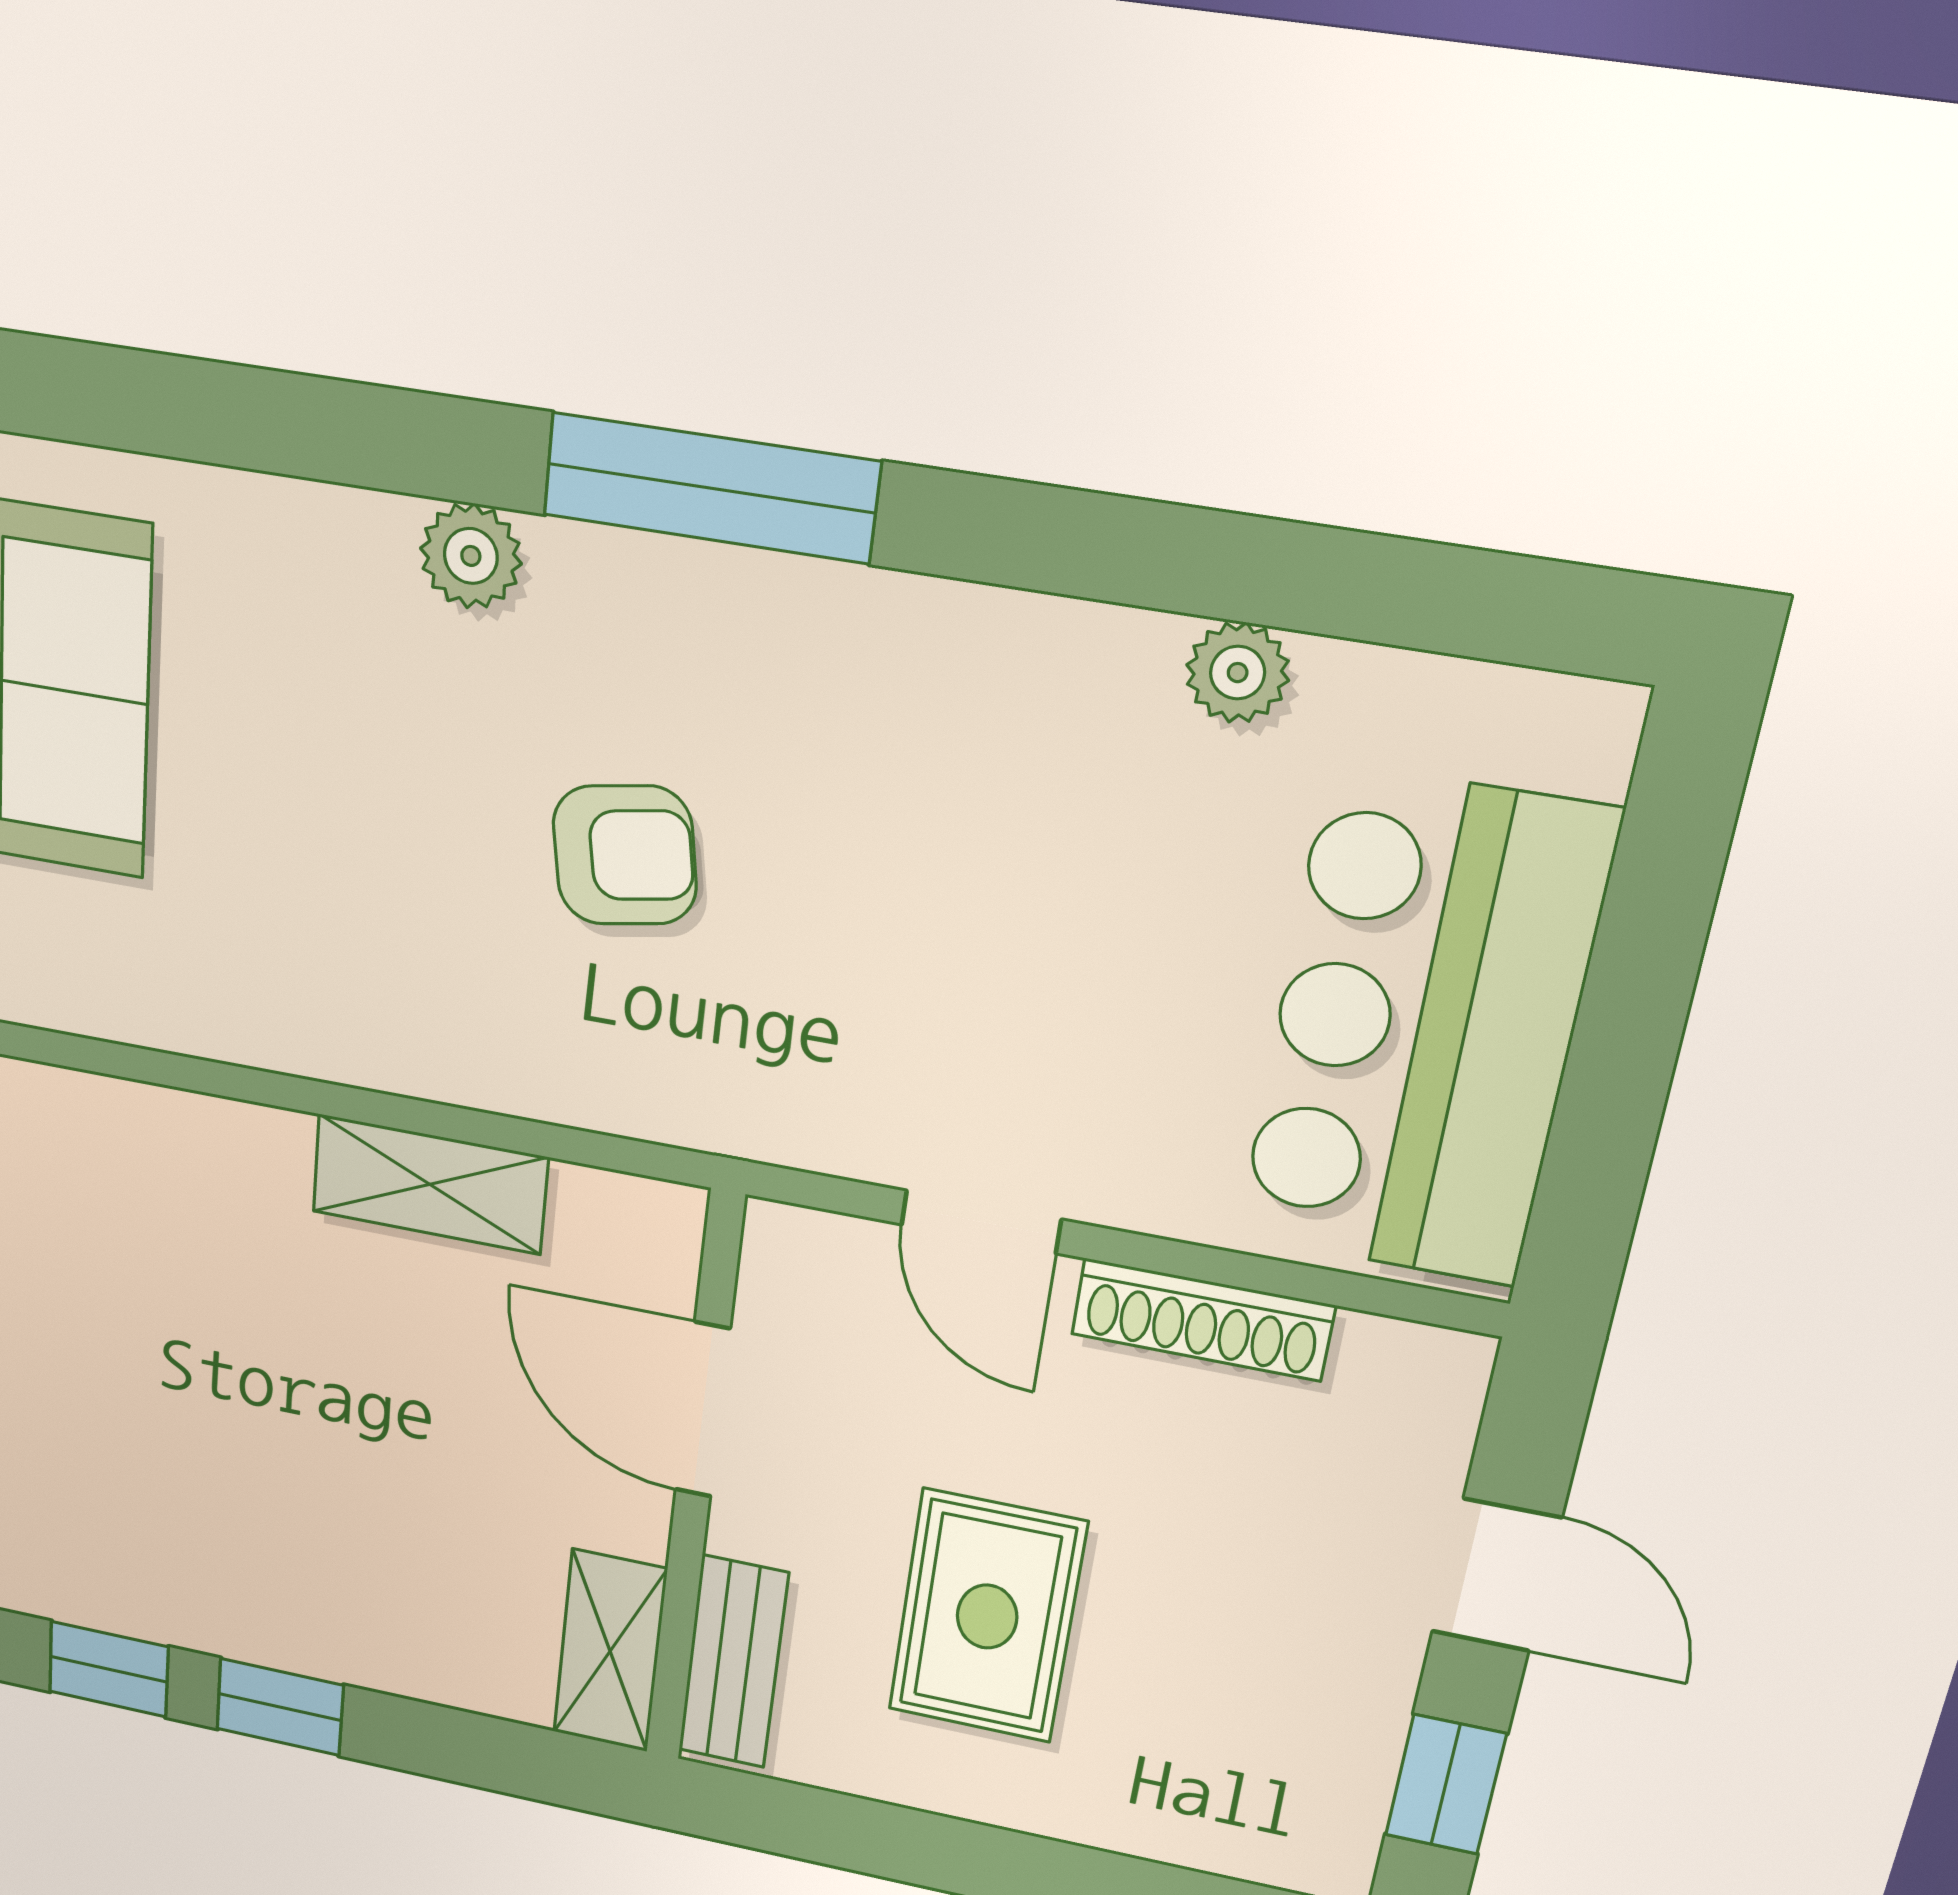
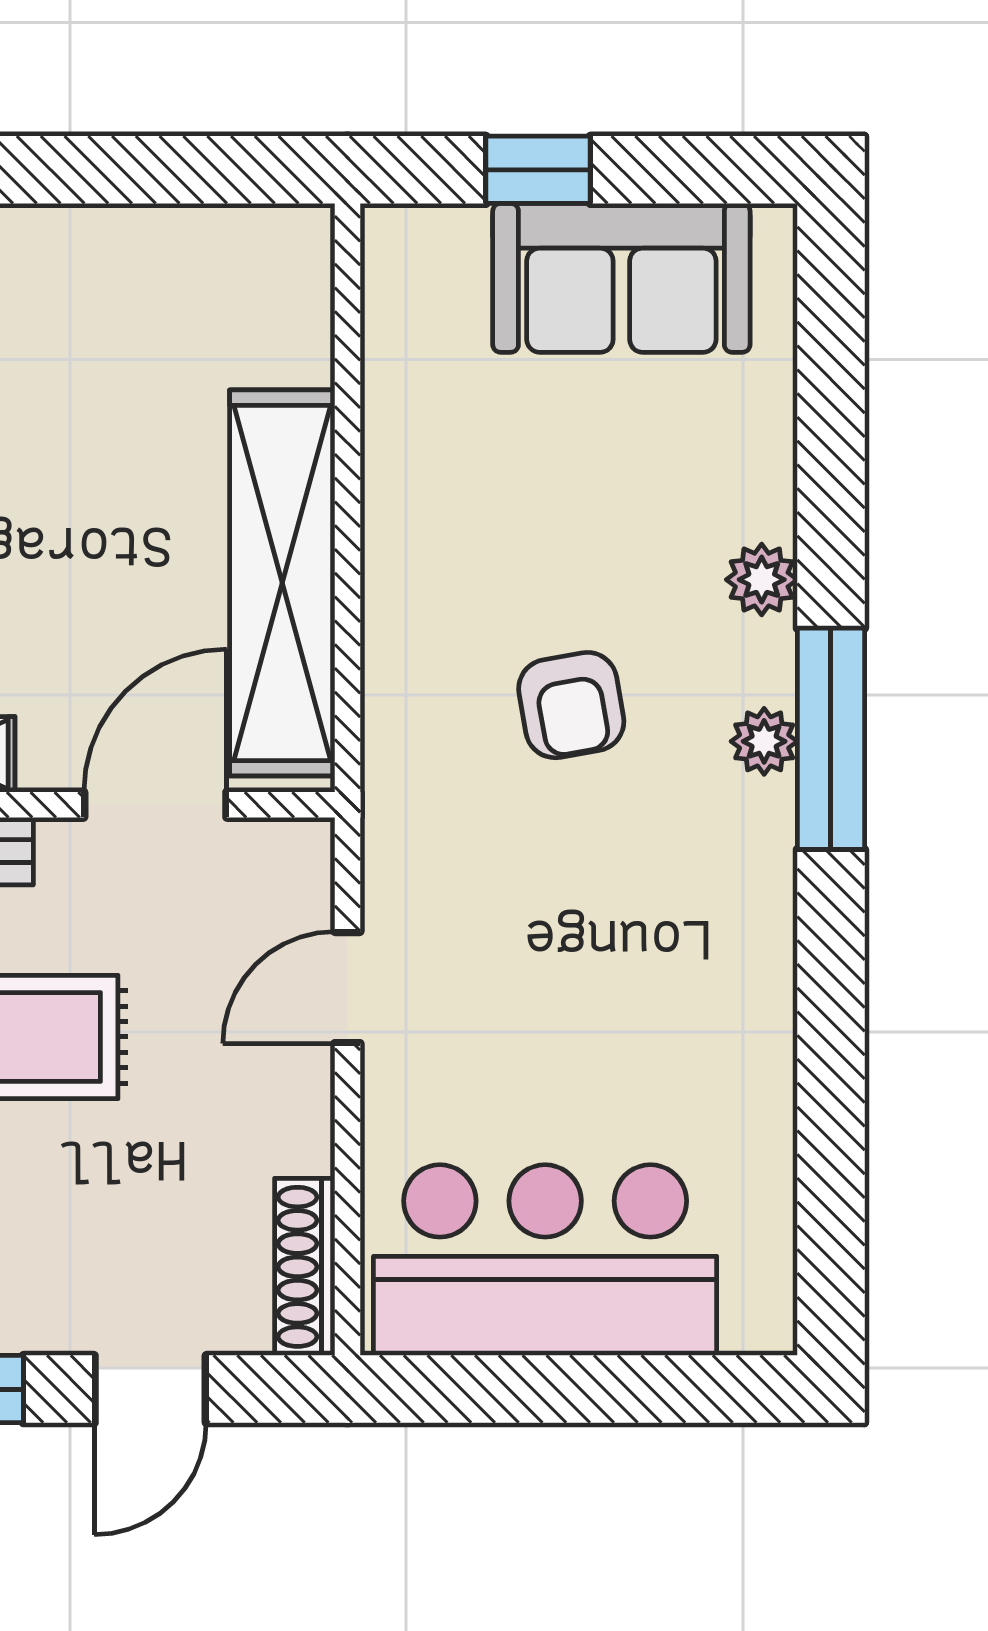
plant: (1238, 673) -> (764, 741), moved
shelving: (430, 1184) -> (282, 583), width x2.20, depth x1.33
shoe rack: (1203, 1320) -> (305, 1267), moved

